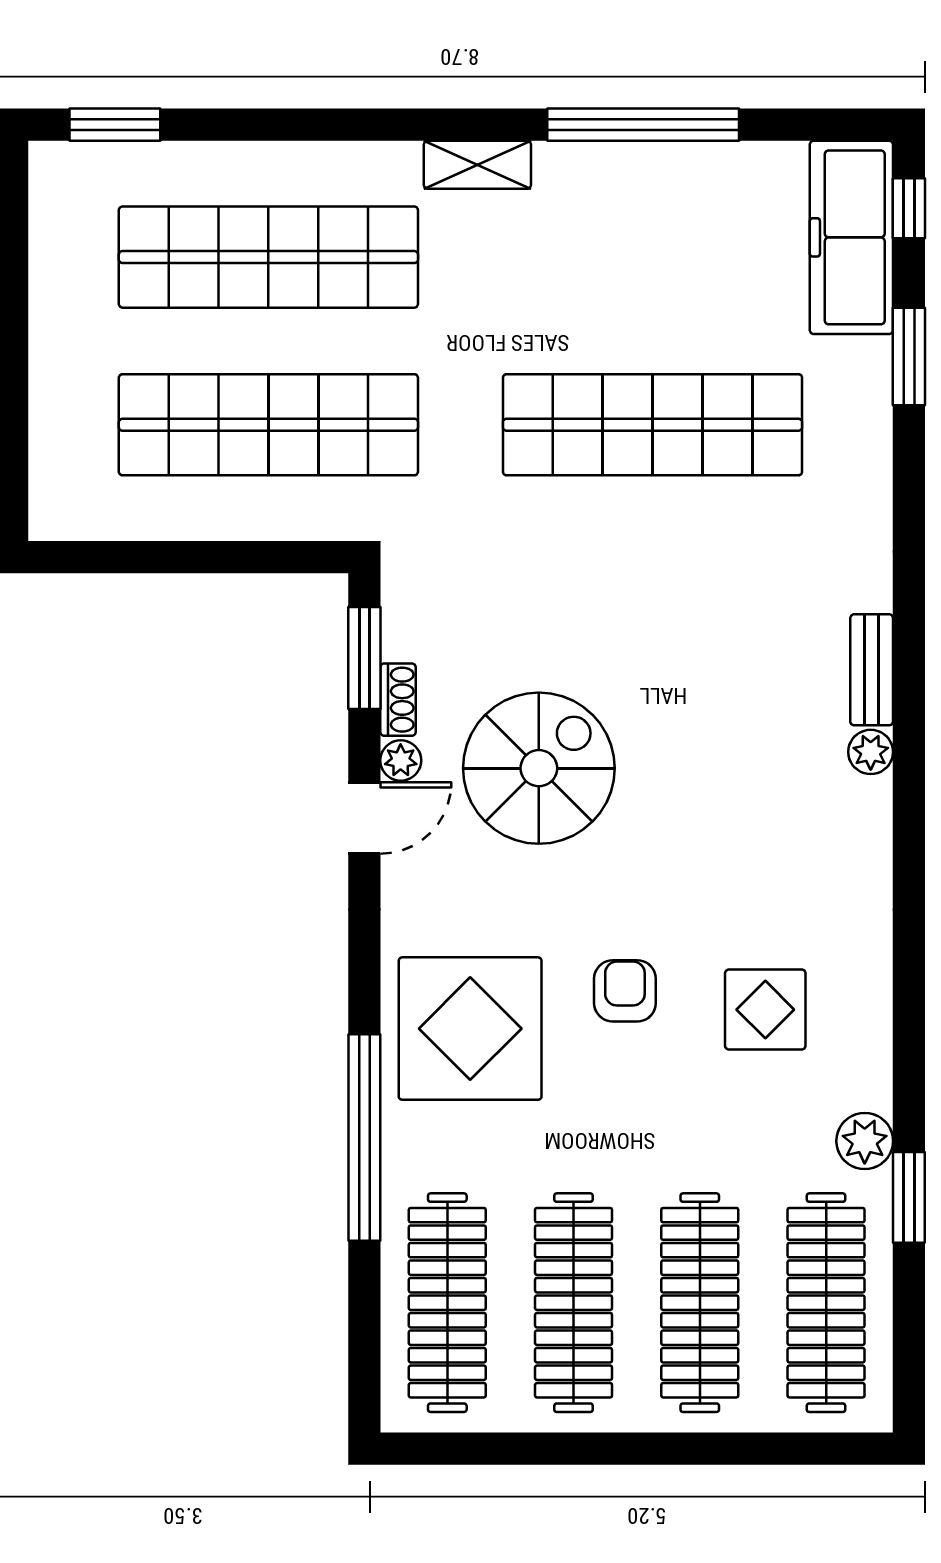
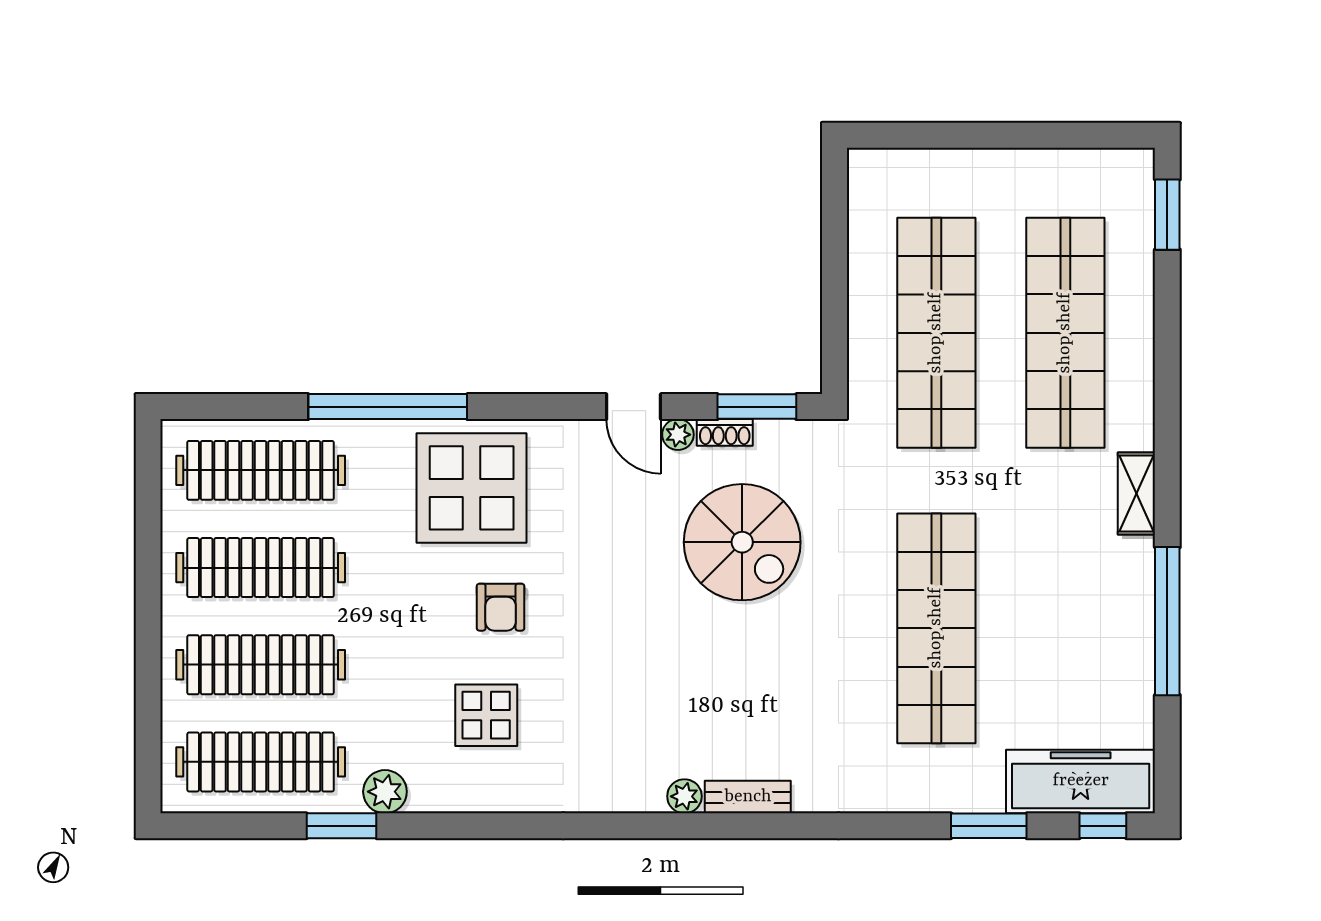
spiral stairs: (539, 768) -> (742, 542), moved
armchair: (625, 991) -> (501, 607), turned 90

